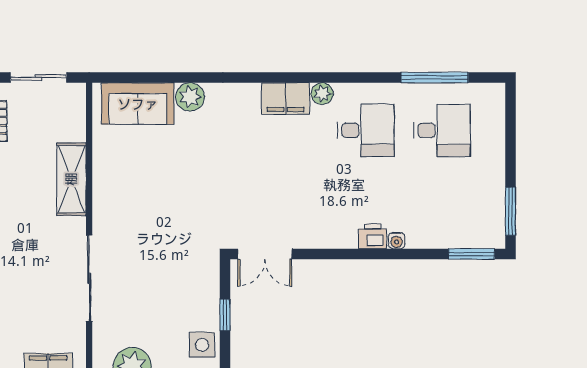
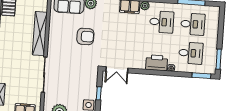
shelving: (71, 179) -> (40, 34), width x1.47
armchair: (183, 179) -> (85, 36), added
desk: (442, 201) -> (191, 53), added
printer: (373, 236) -> (157, 63), width x1.87, depth x1.48

